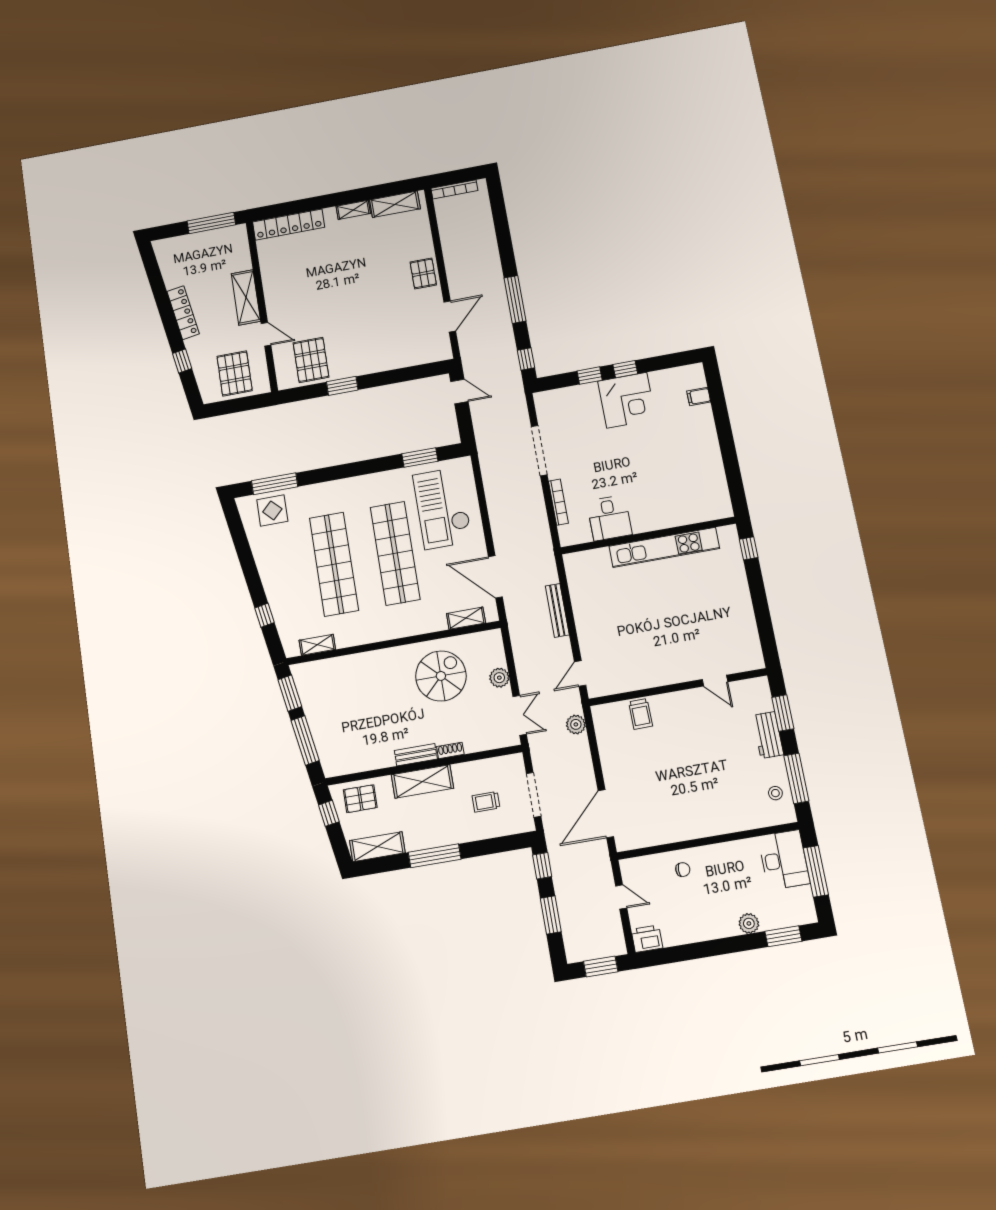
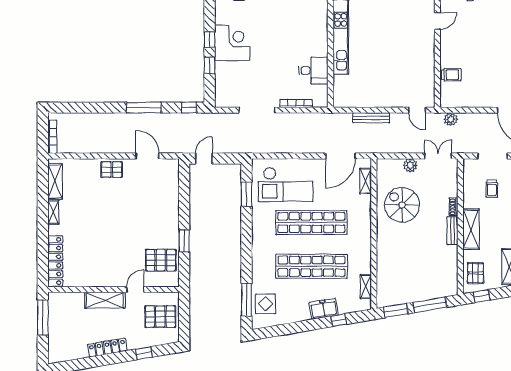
freezer: (277, 591) -> (324, 309), added

